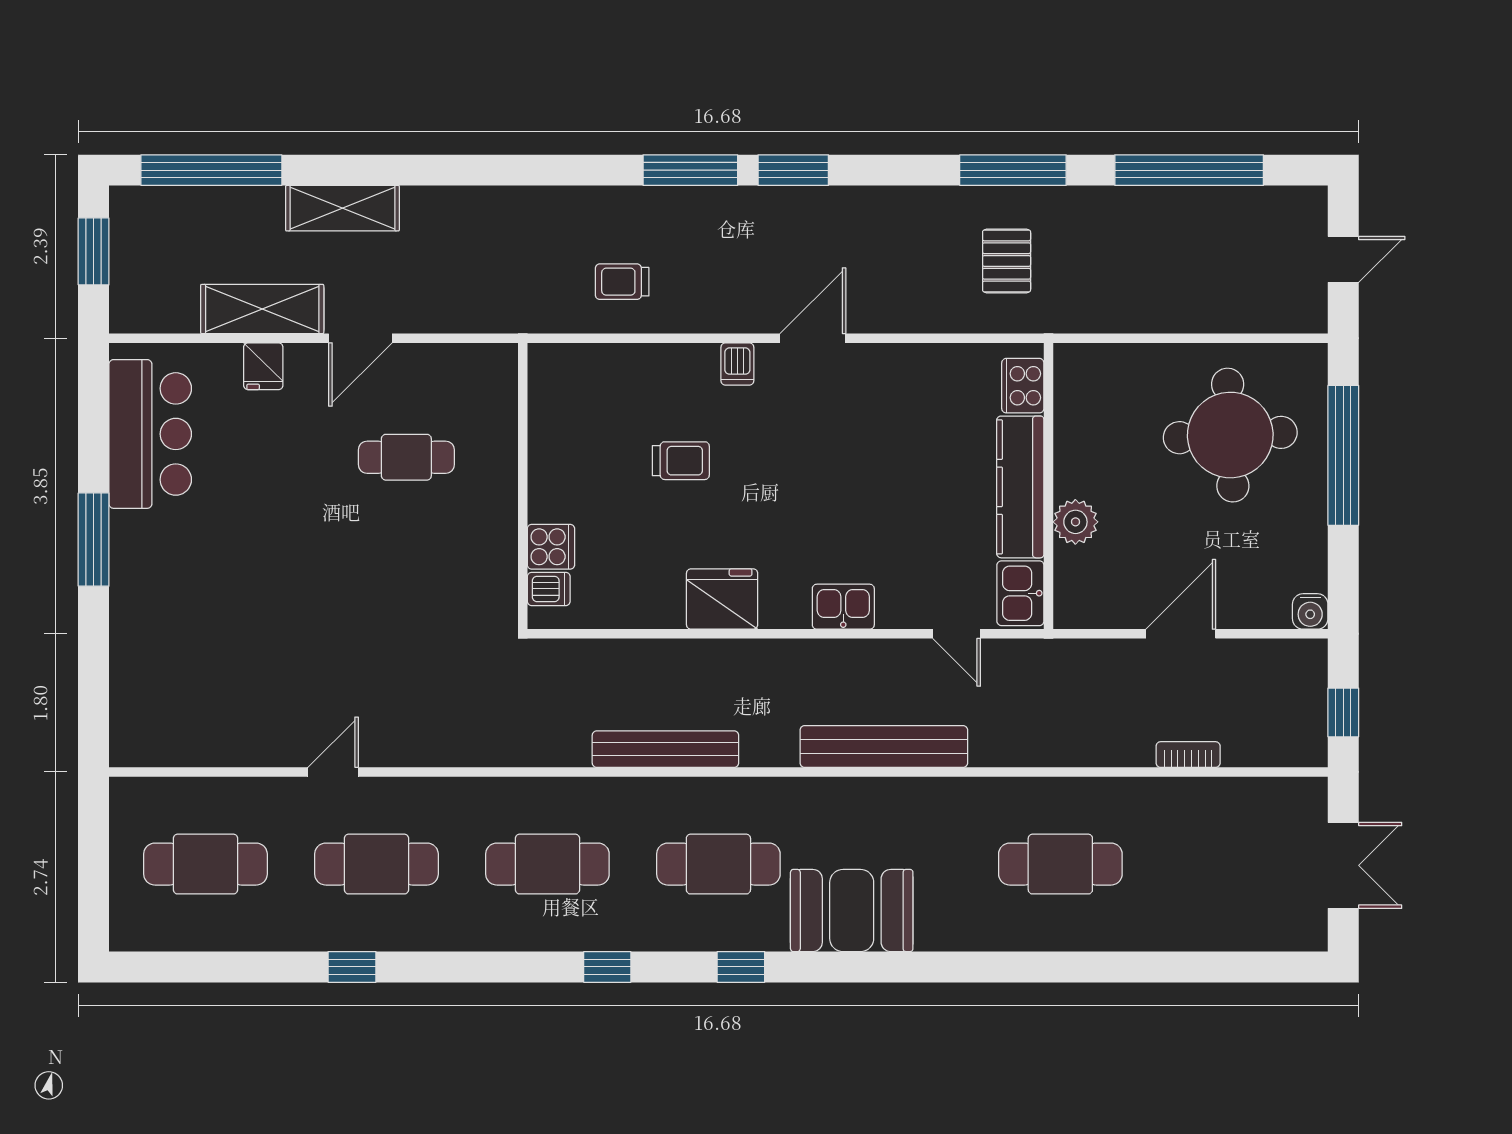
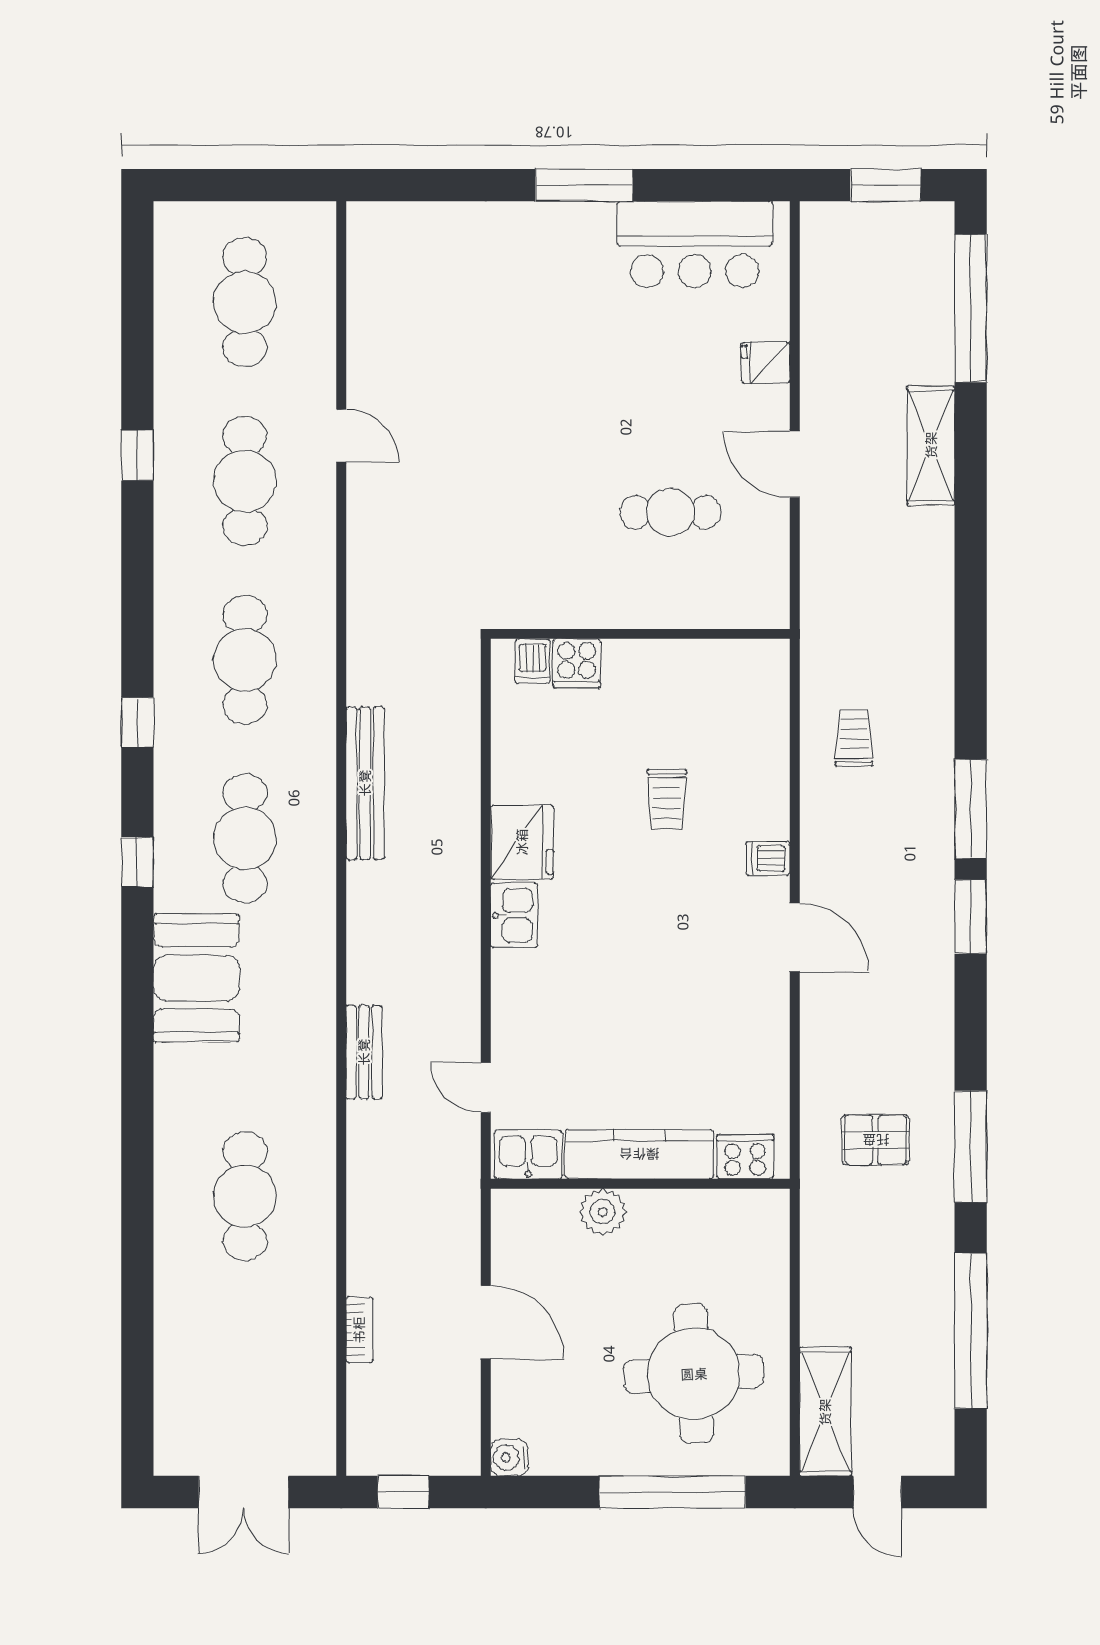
shelving: (262, 309) -> (825, 1412), moved
cafe table: (406, 457) -> (670, 512), turned 90
kitchen sink: (843, 607) -> (514, 915), moved
door: (956, 634) -> (486, 1087), hinge flipped
bench: (884, 747) -> (364, 1052), width x0.54, depth x0.82

